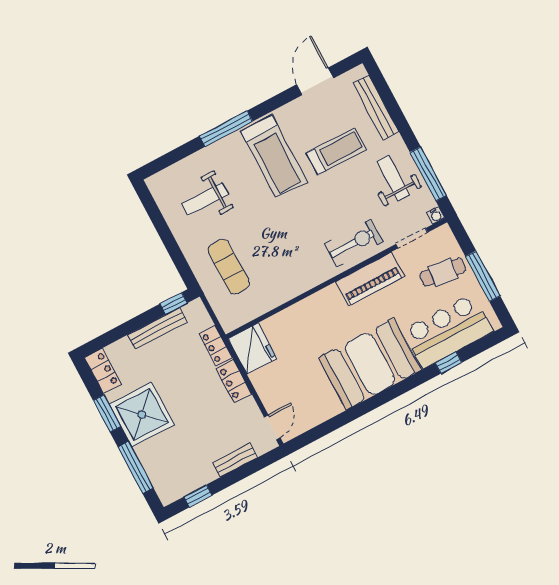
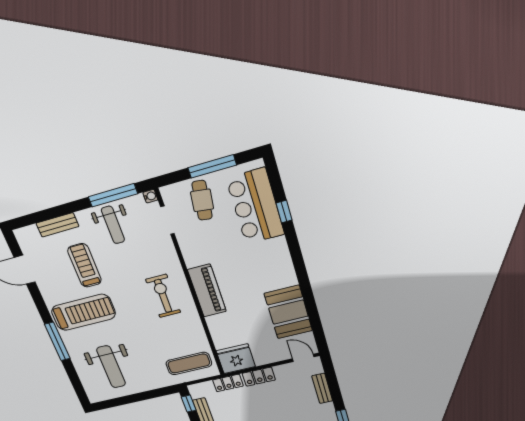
bench: (376, 108) -> (57, 225), width x0.73
weight bench: (393, 178) -> (113, 225), turned -90
weight bench: (205, 199) -> (111, 367), width x1.36, depth x1.33
exercise bike: (354, 243) -> (163, 296), moved
exercise mat: (229, 266) -> (189, 363), moved
piano: (370, 279) -> (207, 291), moved
booth: (370, 364) -> (288, 312), moved, width x0.73, depth x0.70

